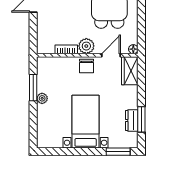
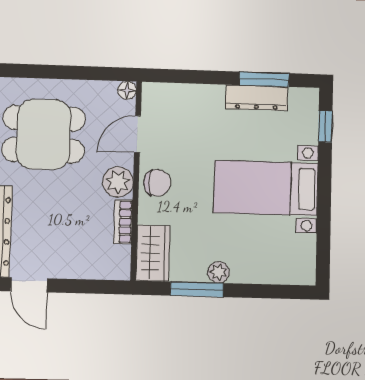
door: (111, 55) -> (138, 134), hinge flipped
wardrobe: (130, 71) -> (153, 253), moved, turned -90
dresser: (132, 120) -> (257, 98), width x1.44
window: (118, 152) -> (325, 127), width x0.67

